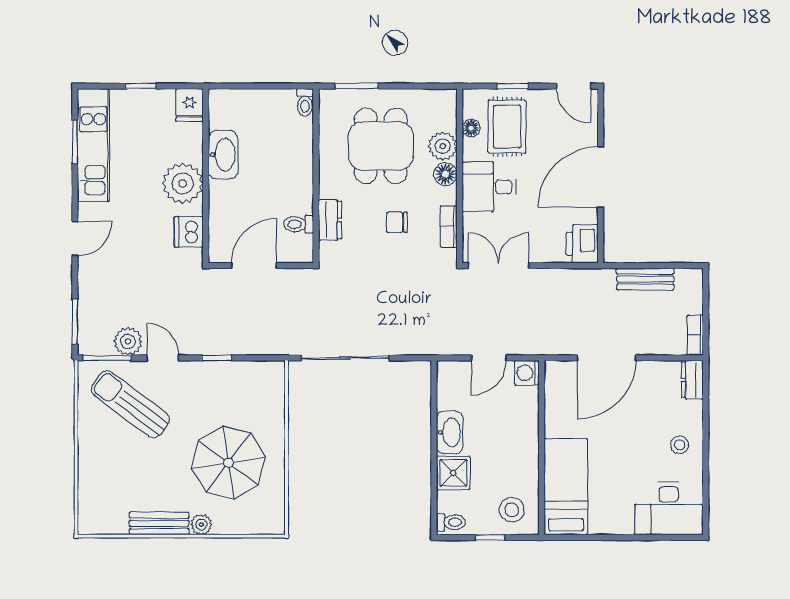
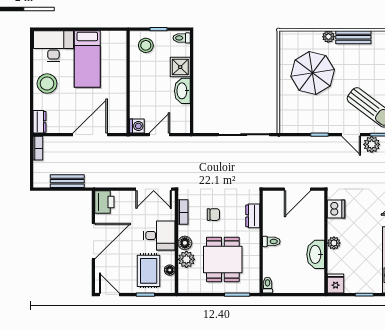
plant: (183, 183) -> (334, 243), width x0.53, depth x0.53
toilet: (299, 224) -> (271, 241), moved
stool: (680, 445) -> (47, 84), width x1.89, depth x1.89
bed: (566, 487) -> (87, 59), moved

